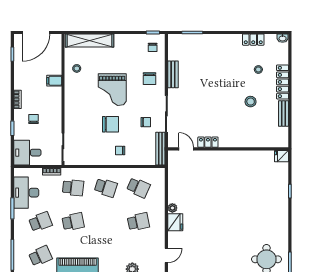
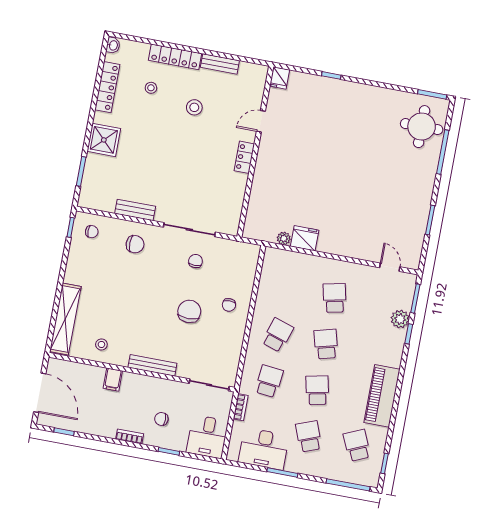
locker: (253, 40) -> (107, 87), width x1.53
shower: (217, 44) -> (104, 140), added
grand piano: (112, 90) -> (141, 300), removed
locker: (208, 142) -> (244, 157), moved
bench: (160, 149) -> (152, 365), moved
door: (186, 149) -> (261, 121), moved
school desk: (138, 188) -> (326, 344), moved, turned -39
plant: (172, 208) -> (284, 238), moved
fridge: (175, 222) -> (305, 238), moved

